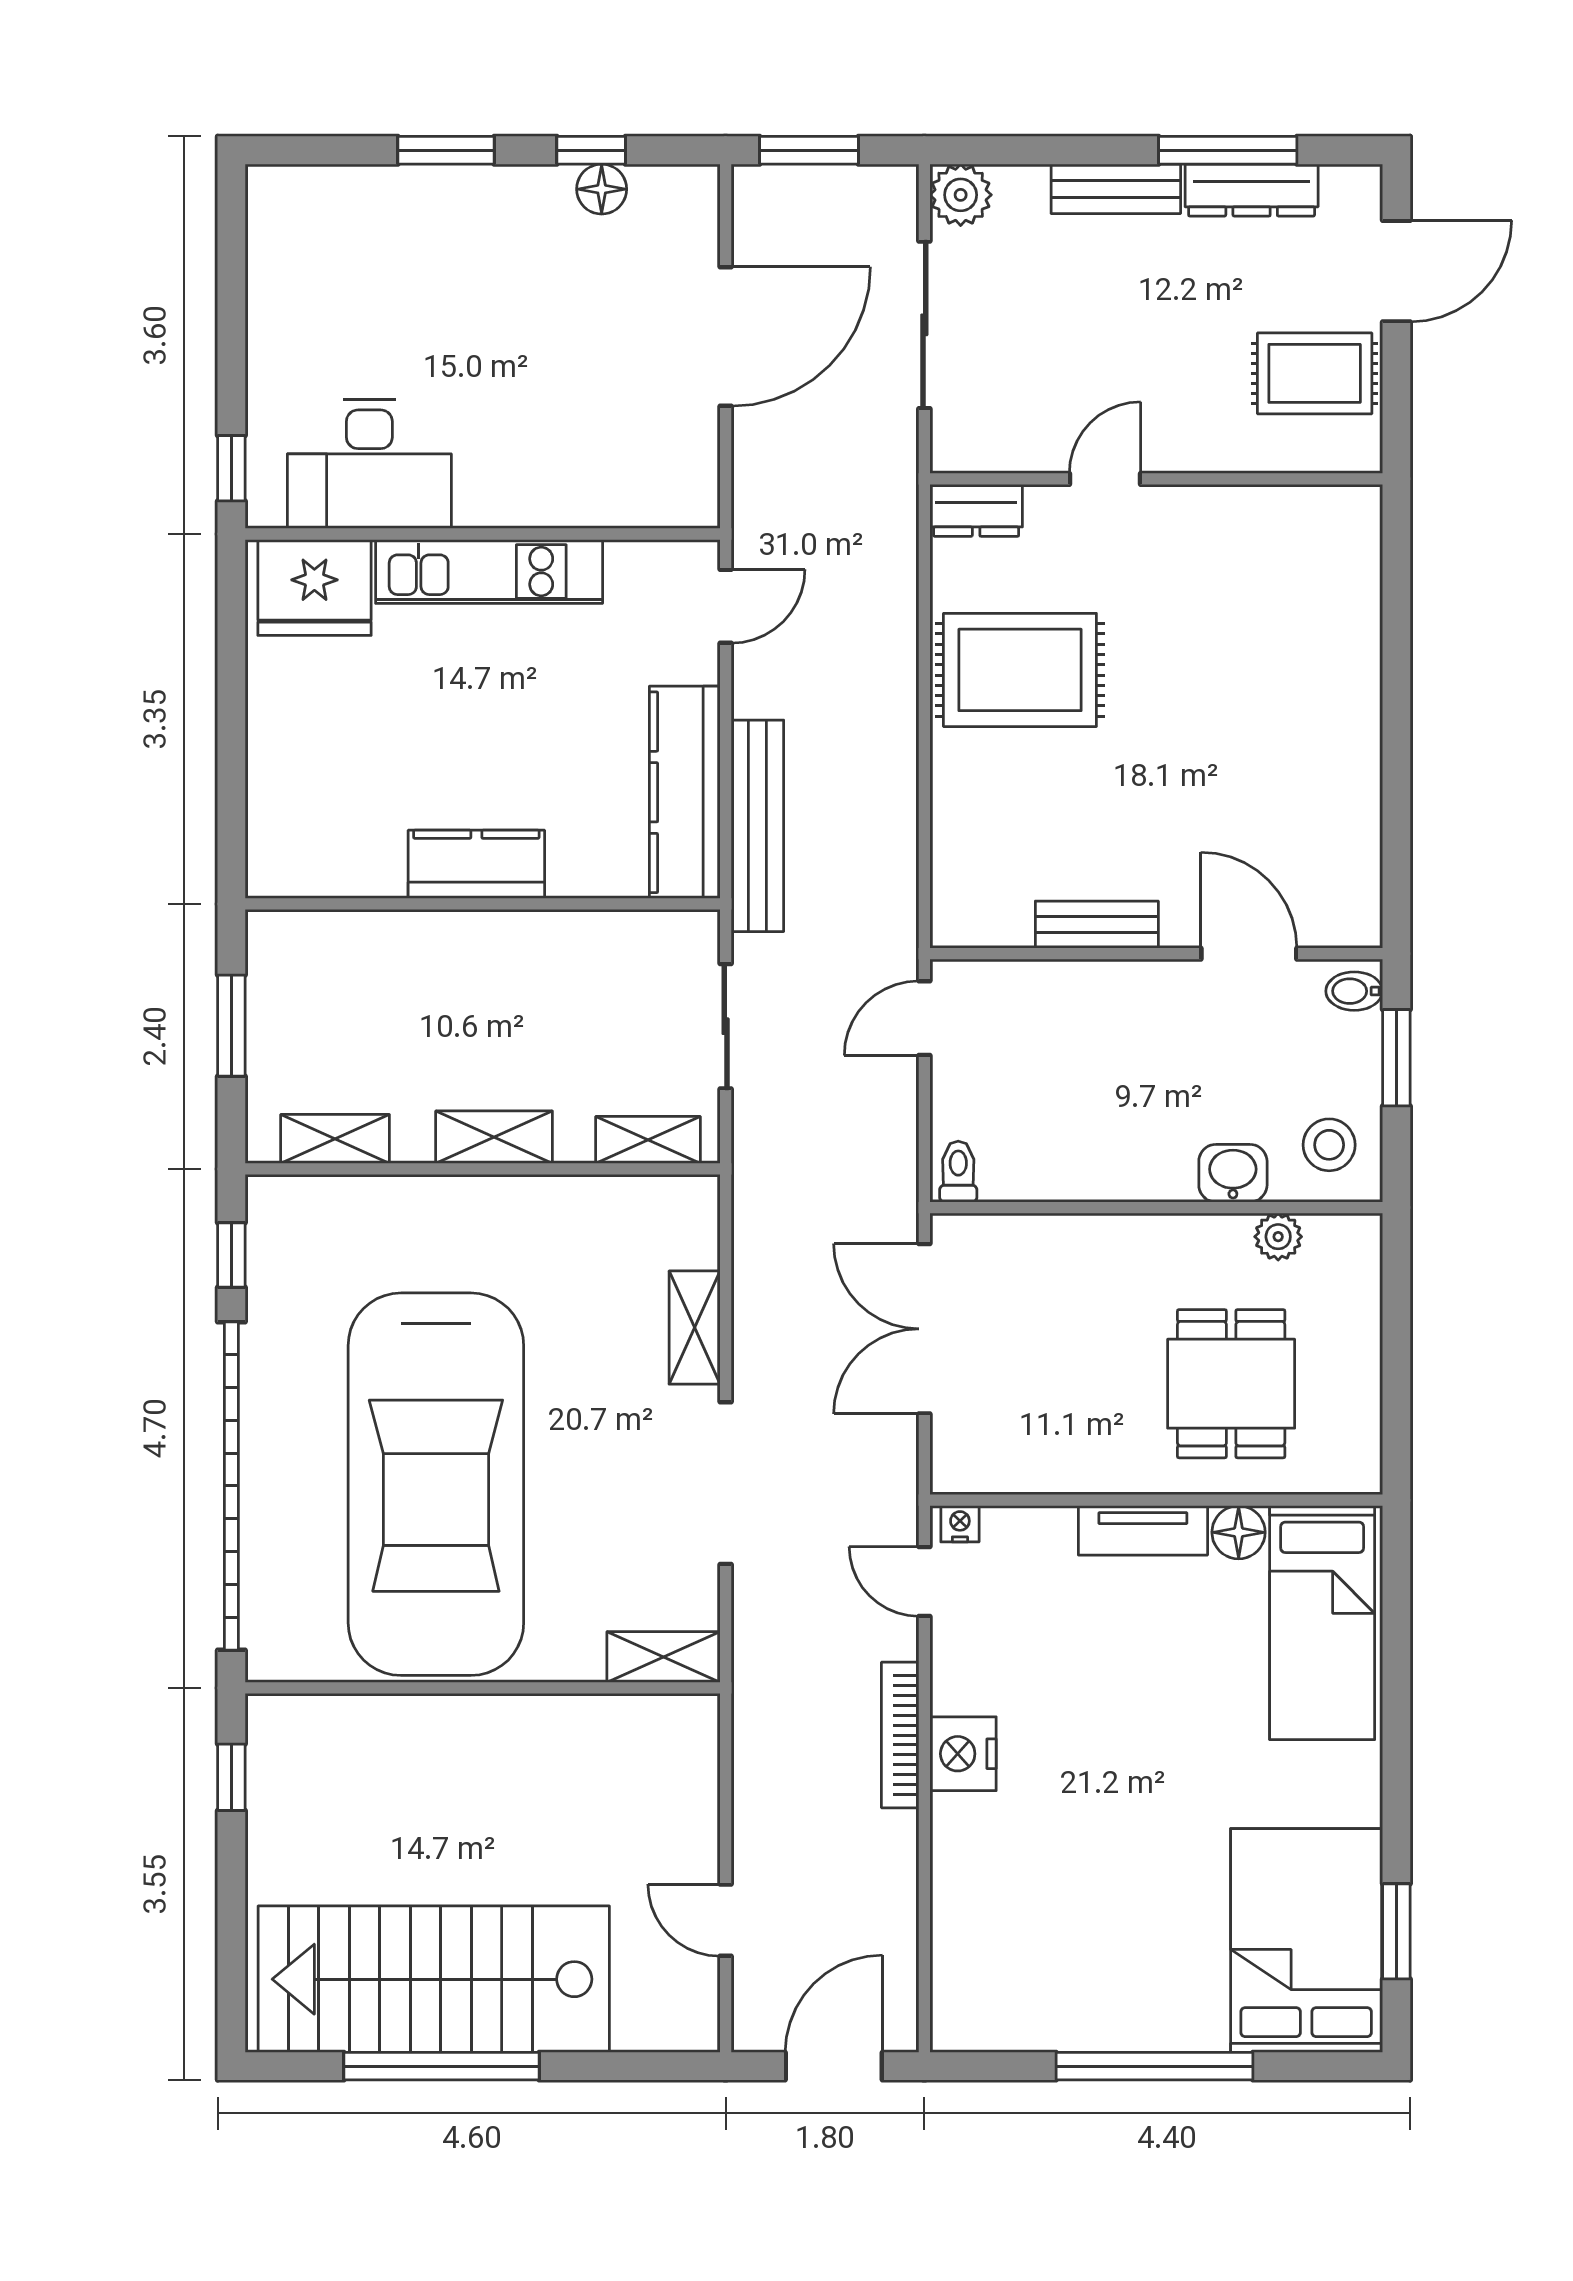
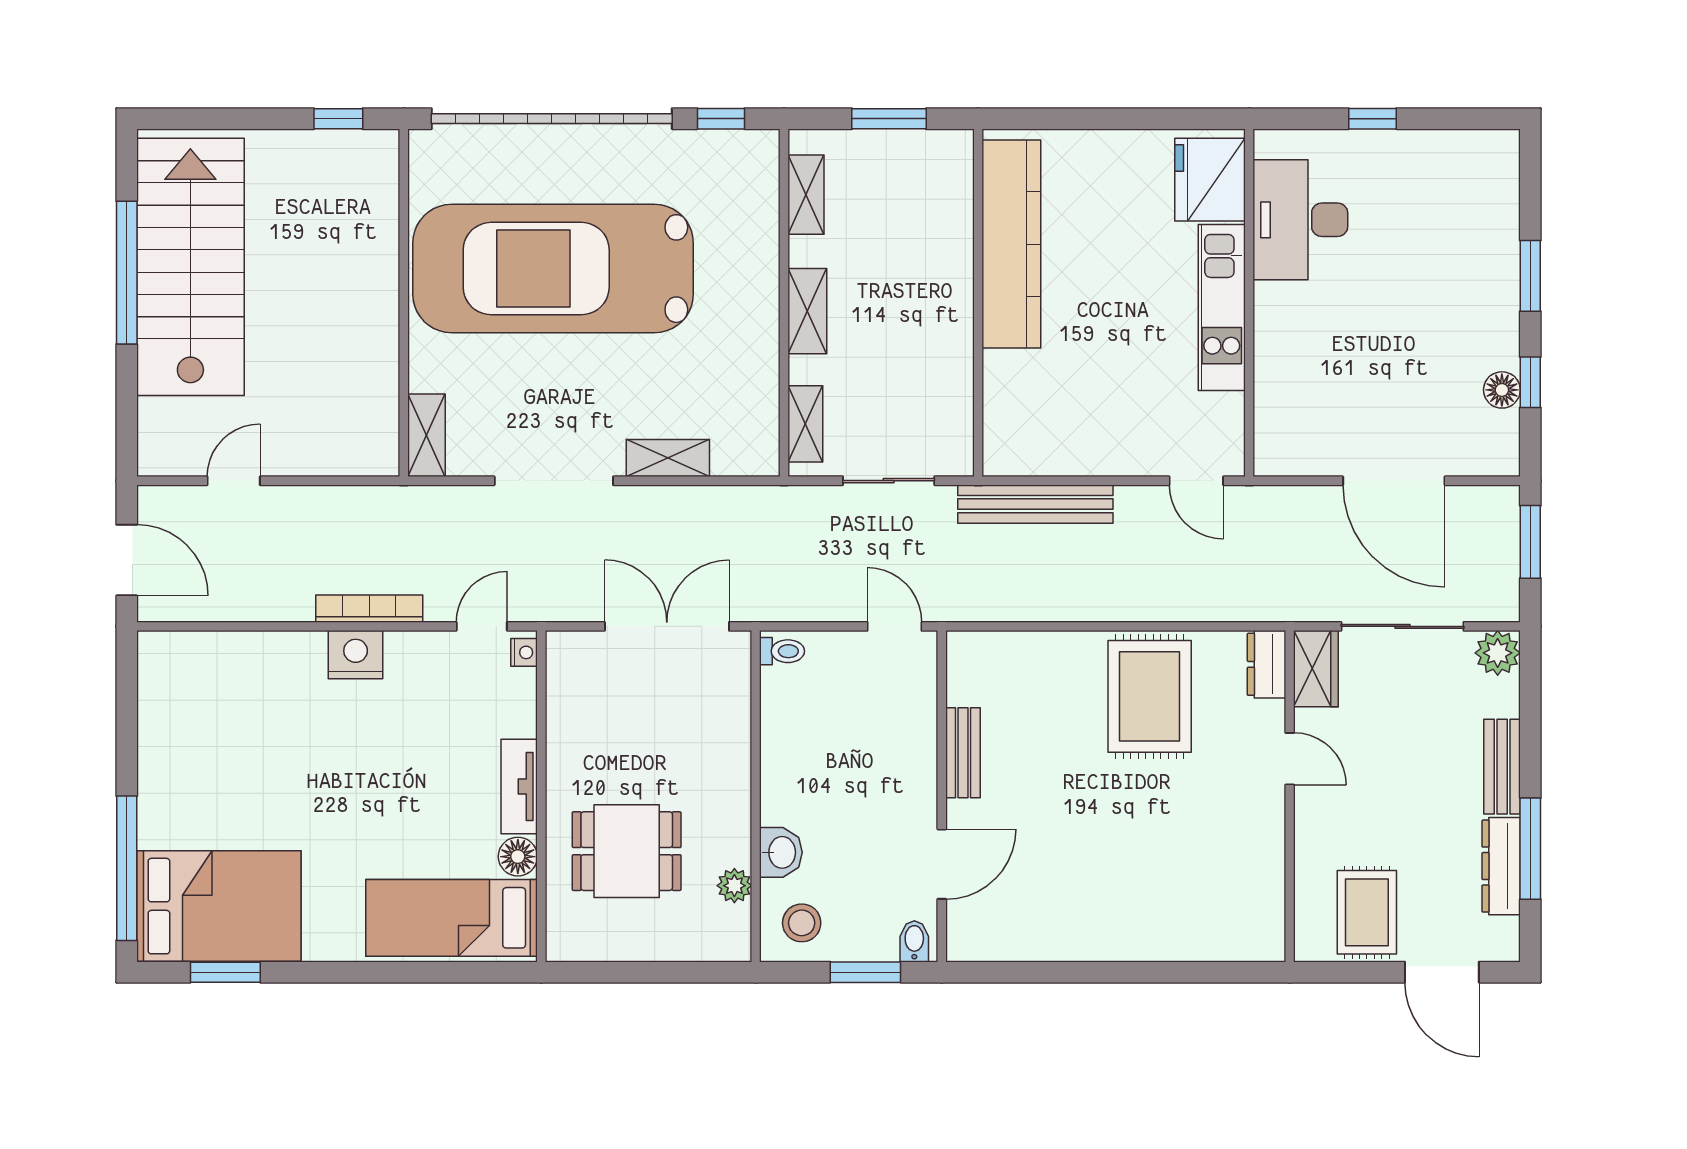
wardrobe: (982, 443) -> (1316, 669), added
window: (231, 468) -> (1372, 119), moved
kitchen counter: (685, 792) -> (1060, 451), removed
kitchen counter: (476, 864) -> (1011, 244), width x2.08, depth x1.17
window: (1154, 2066) -> (127, 868), moved

